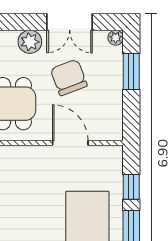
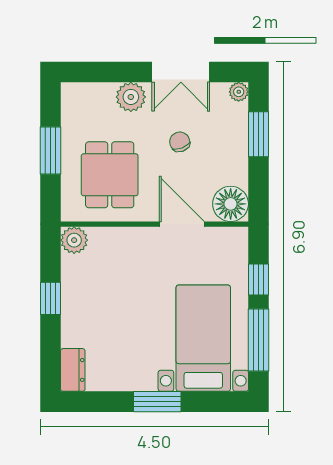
chair: (69, 77) -> (180, 142), width x0.54, depth x0.54
floor lamp: (109, 127) -> (231, 204), added

